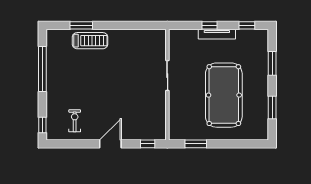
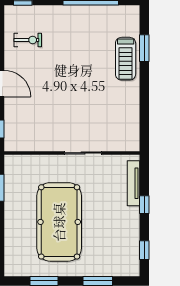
tv unit: (217, 34) -> (134, 183), moved
pool table: (224, 95) -> (59, 222), turned 90

